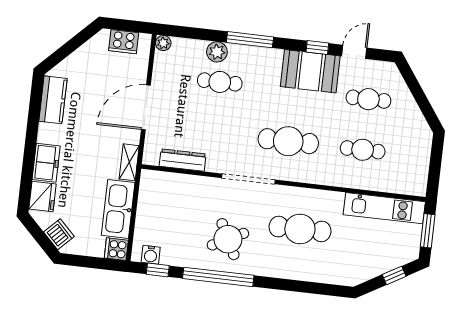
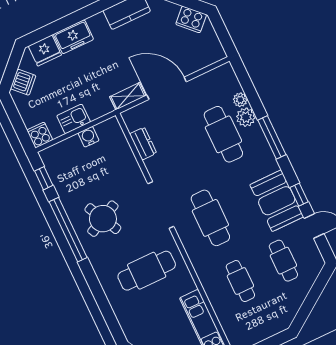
cooker: (124, 42) -> (191, 19), moved, turned -45
plant: (163, 43) -> (240, 100), moved
cafe table: (220, 82) -> (223, 134), width x1.37, depth x1.35
dresser: (183, 160) -> (143, 144), width x0.70
shelving: (129, 162) -> (128, 96), moved
kitchen sink: (118, 209) -> (74, 119), width x0.53, depth x0.81
cafe table: (300, 229) -> (147, 271), turned 90
water cooler: (151, 255) -> (89, 137), moved, turned 90

